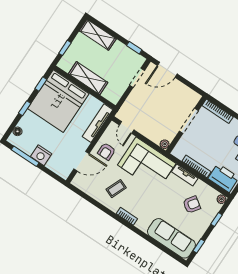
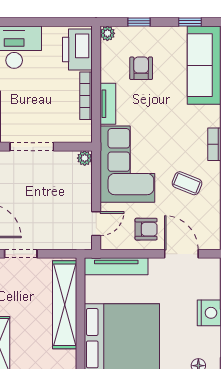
shelving: (88, 78) -> (65, 305), width x1.47
armchair: (192, 205) -> (141, 68), turned 55

